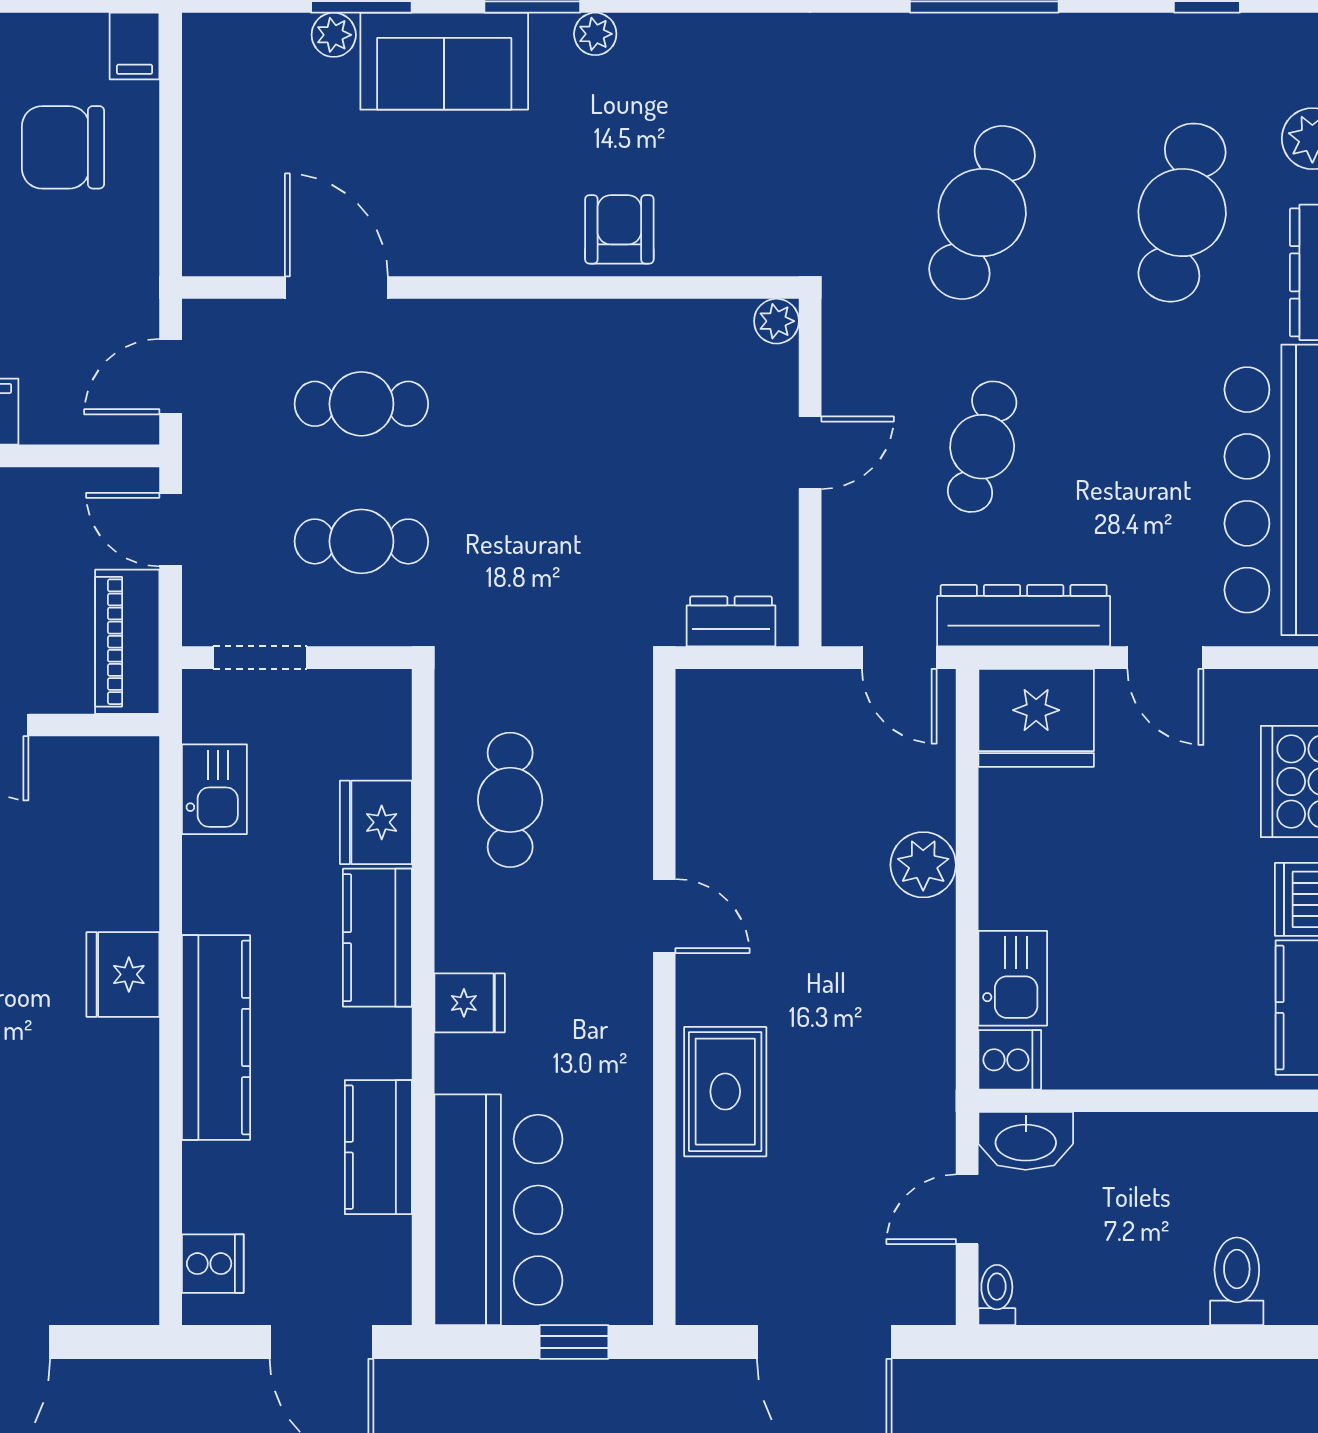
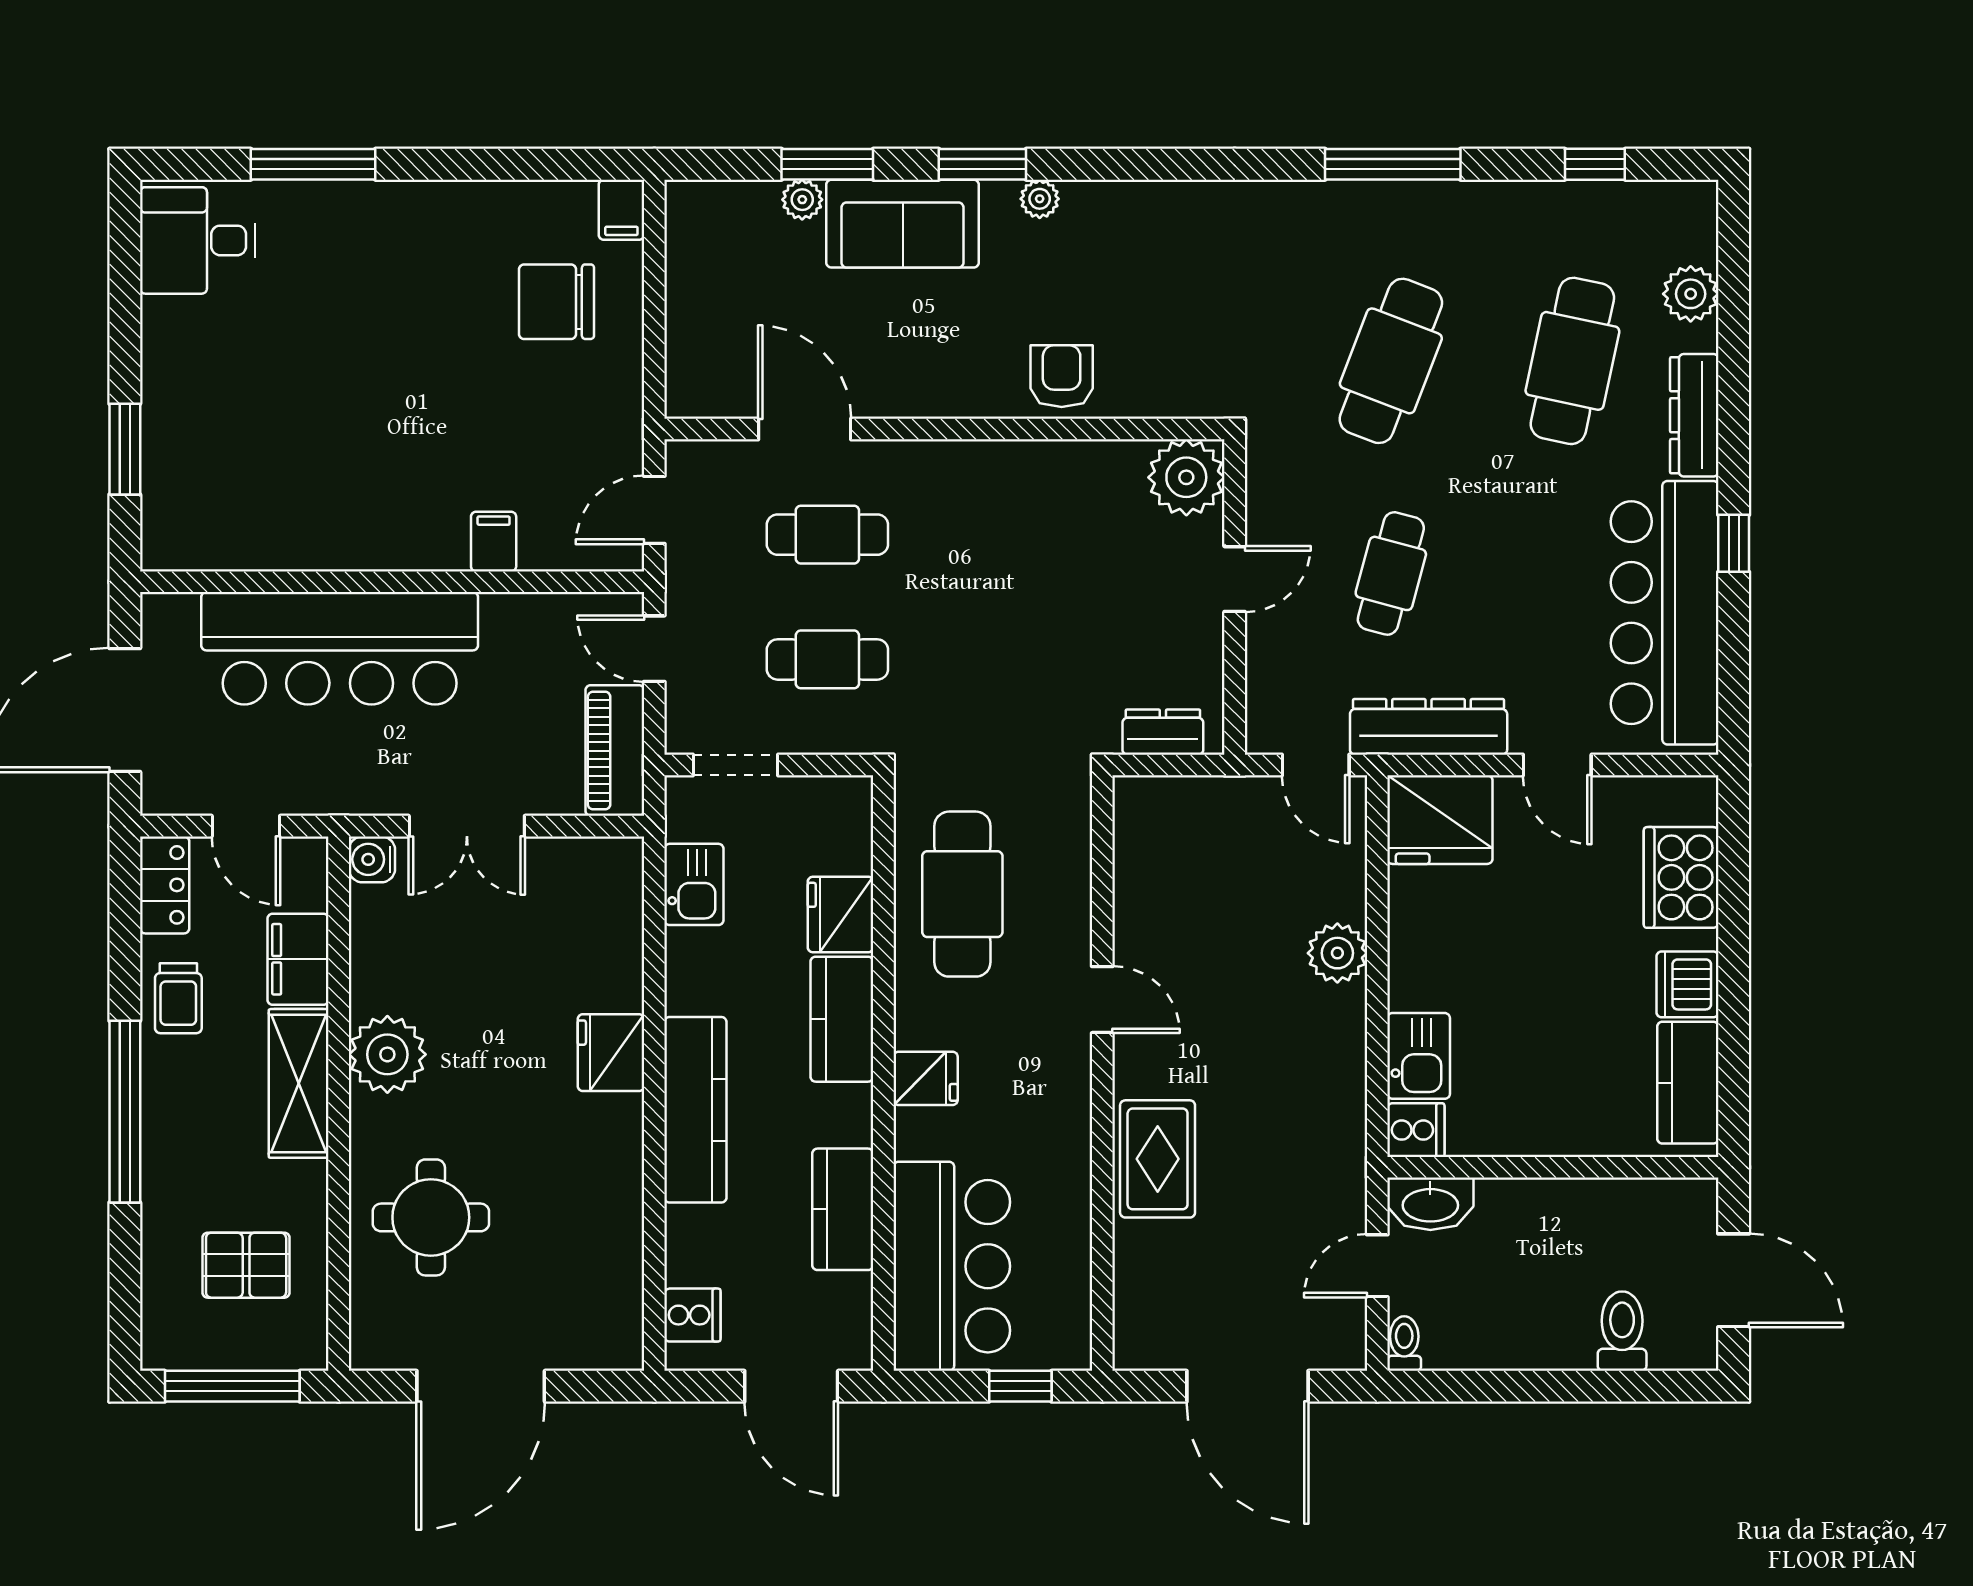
plant: (776, 321) -> (1186, 477), width x1.88, depth x1.88
cafe table: (510, 800) -> (962, 894), width x1.37, depth x1.35

